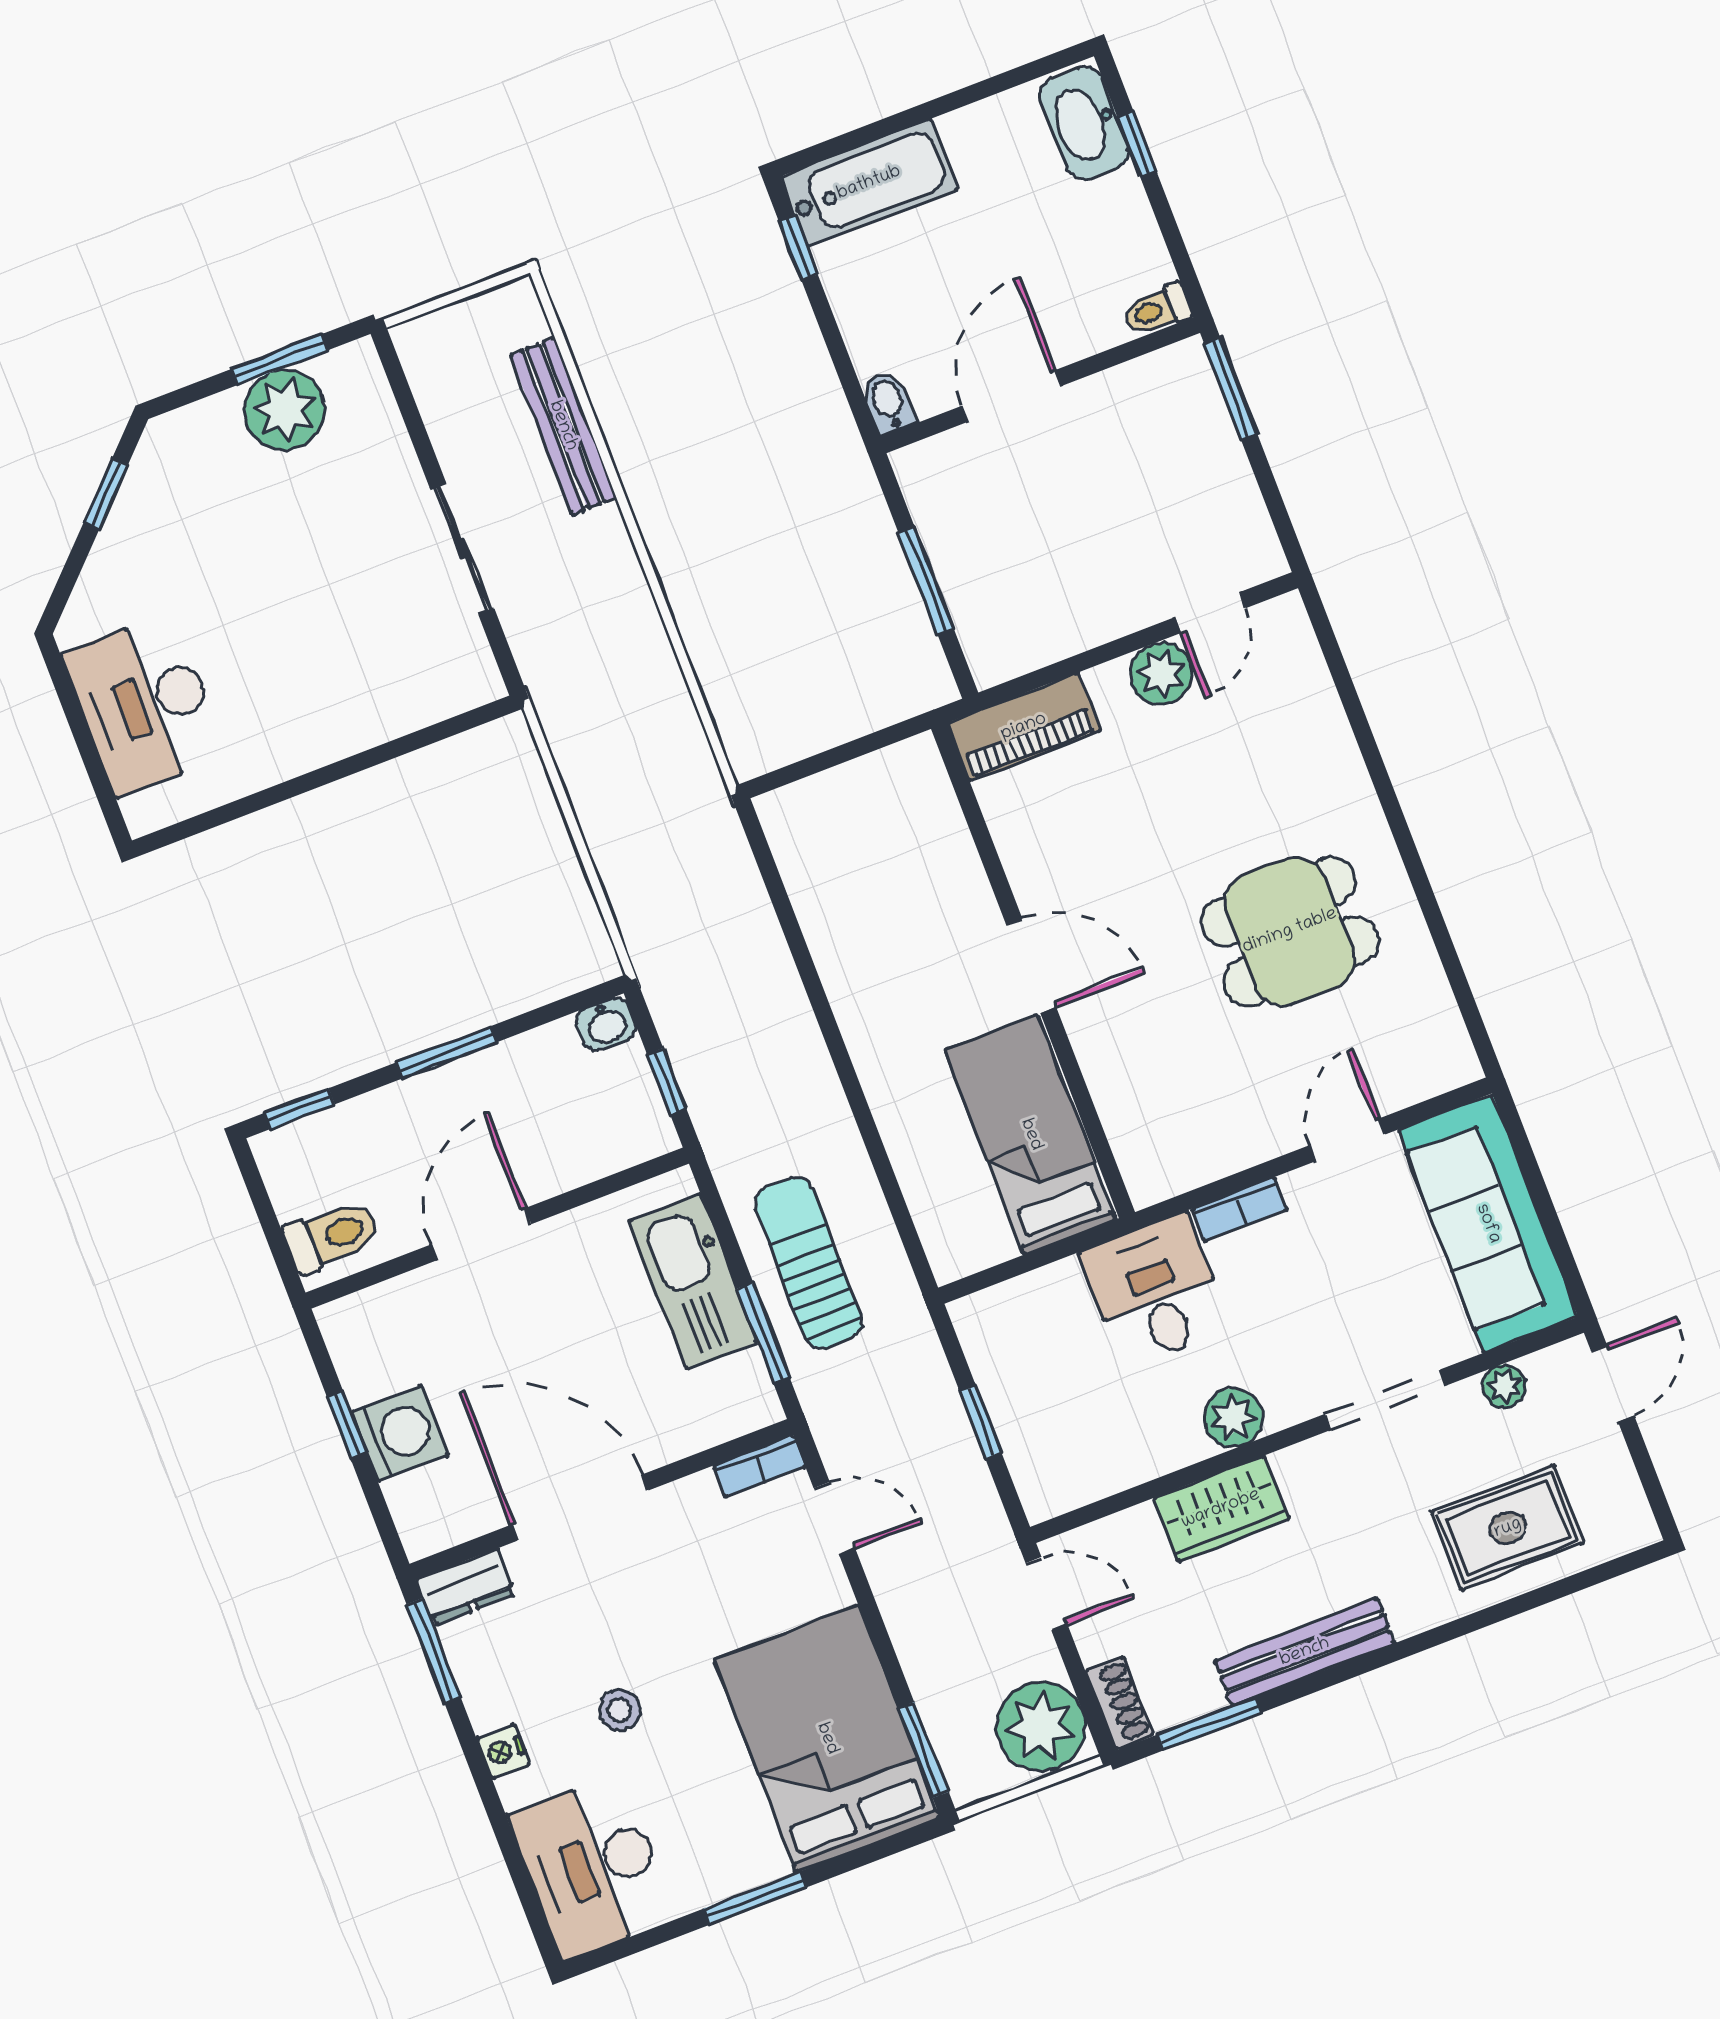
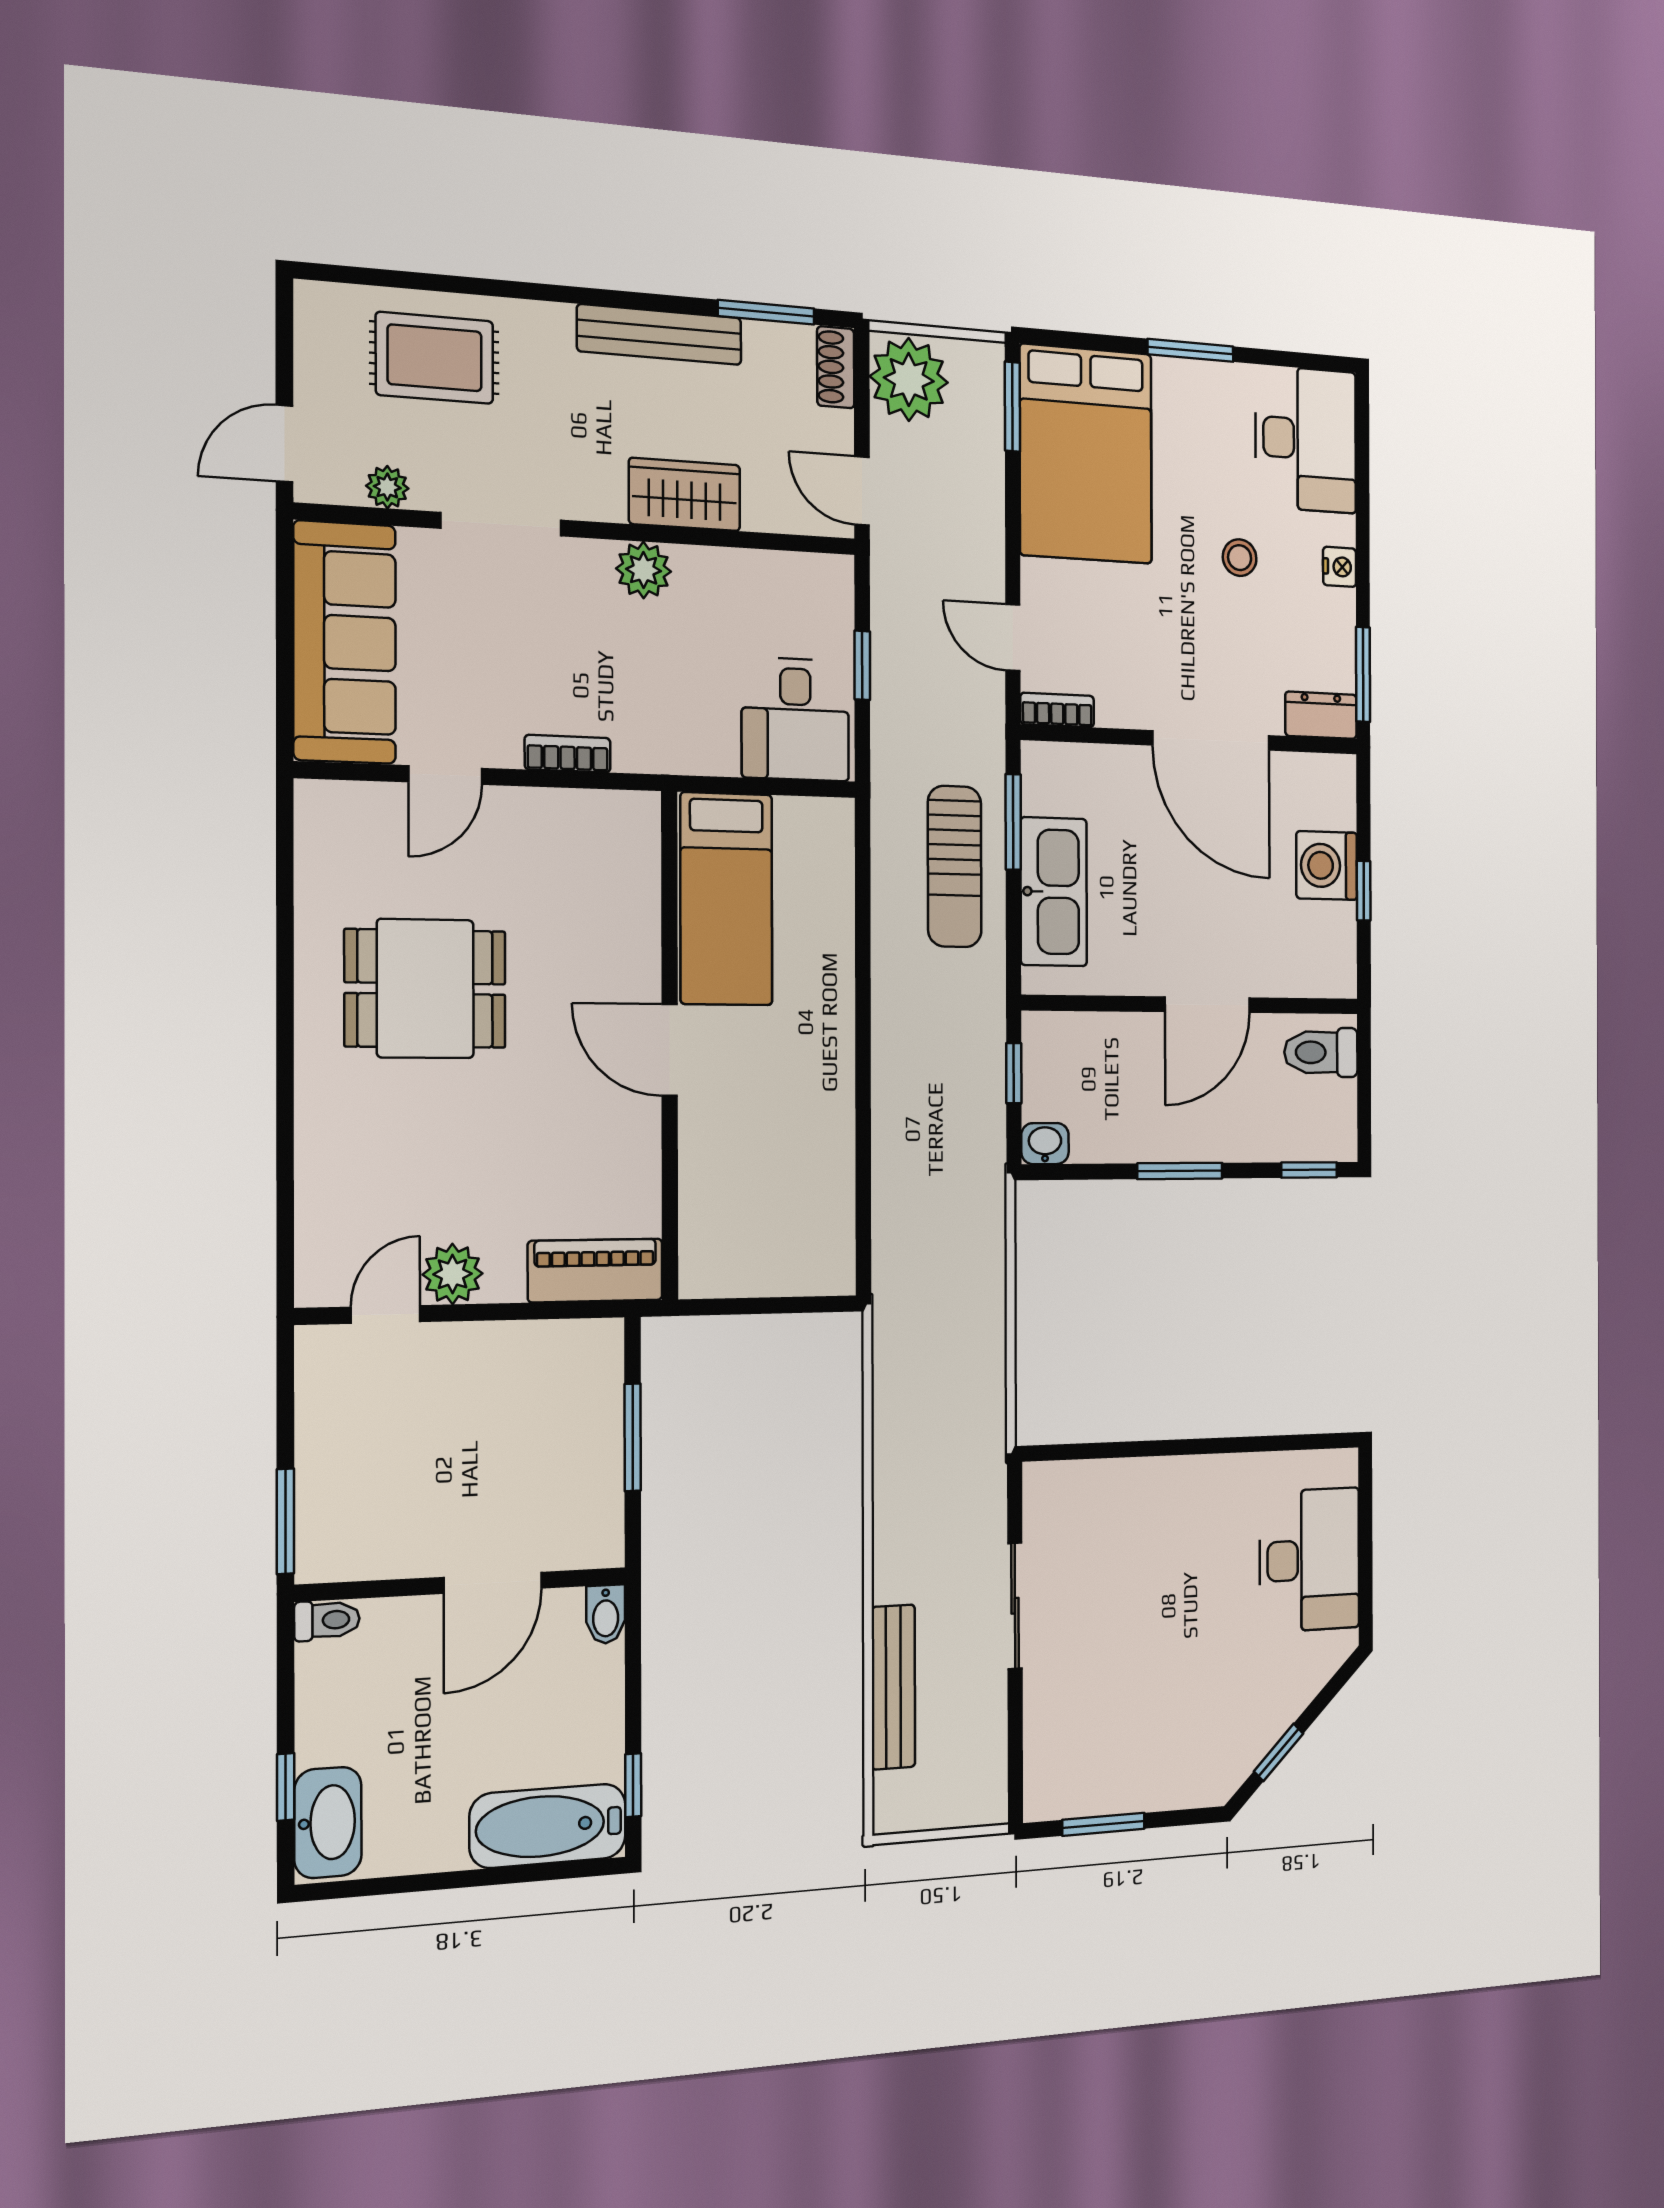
plant: (285, 410) -> (1115, 1778), removed
desk: (1155, 1290) -> (795, 719), moved

